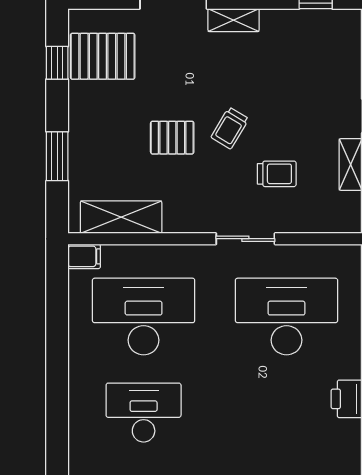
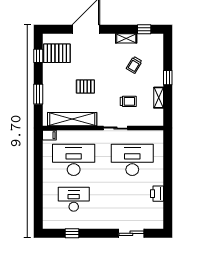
shelving: (234, 20) -> (126, 38), moved
trolley: (230, 128) -> (134, 65), moved
shelving: (121, 217) -> (72, 119), width x1.47

